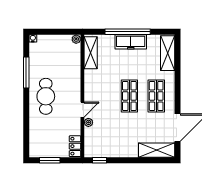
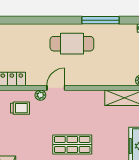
door: (82, 110) -> (56, 88), swing flipped
trolley: (99, 139) -> (20, 108), added

